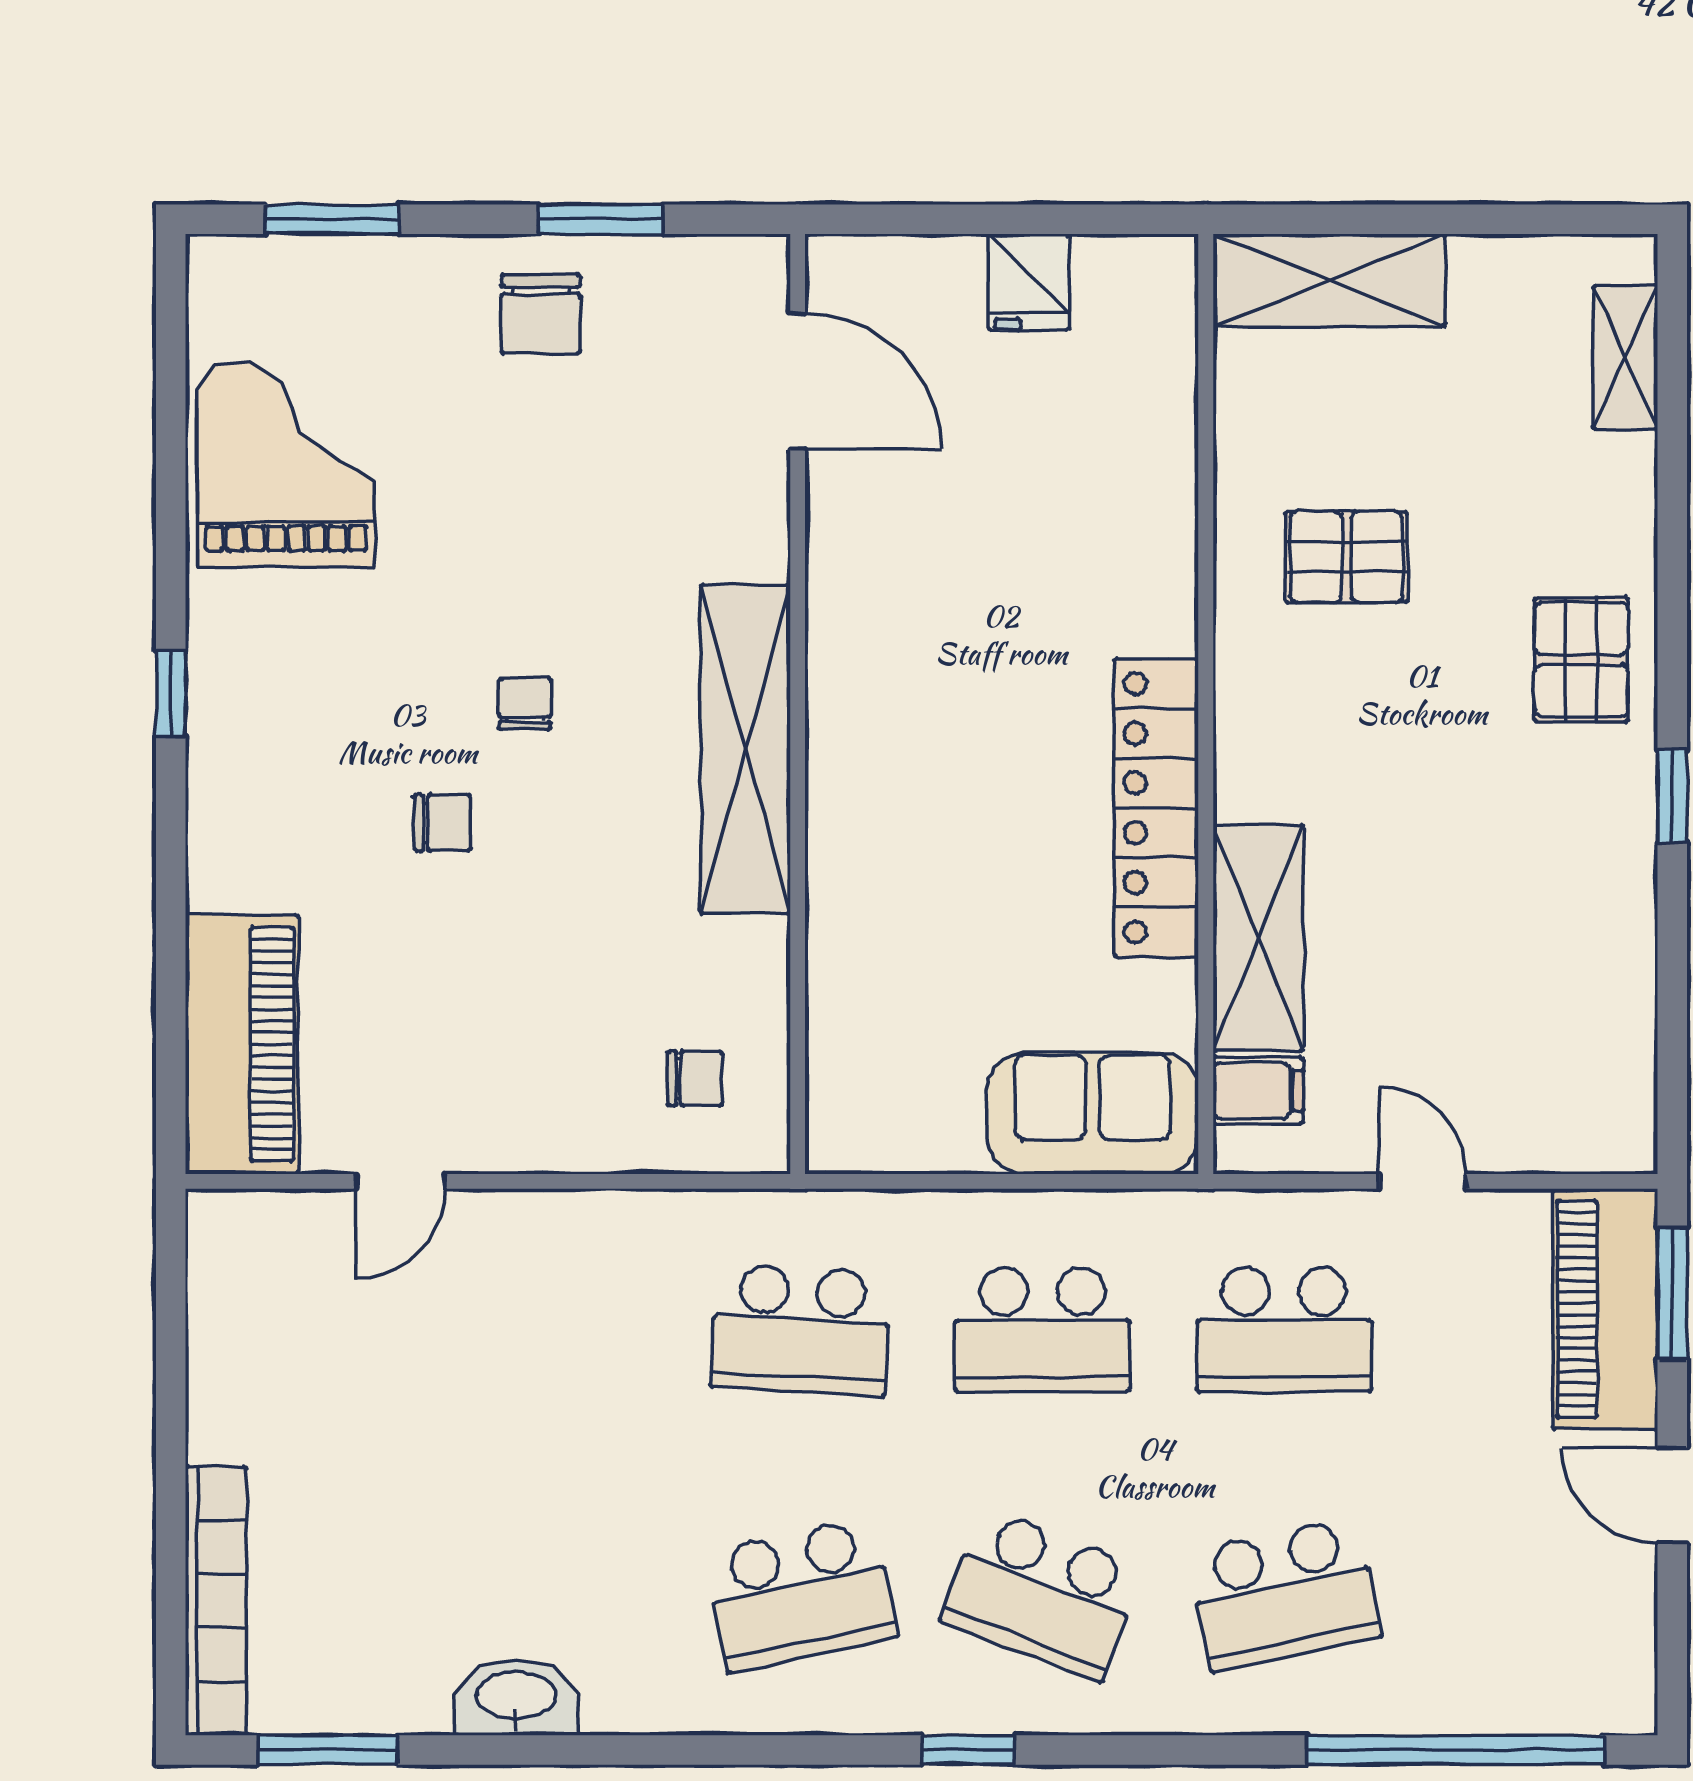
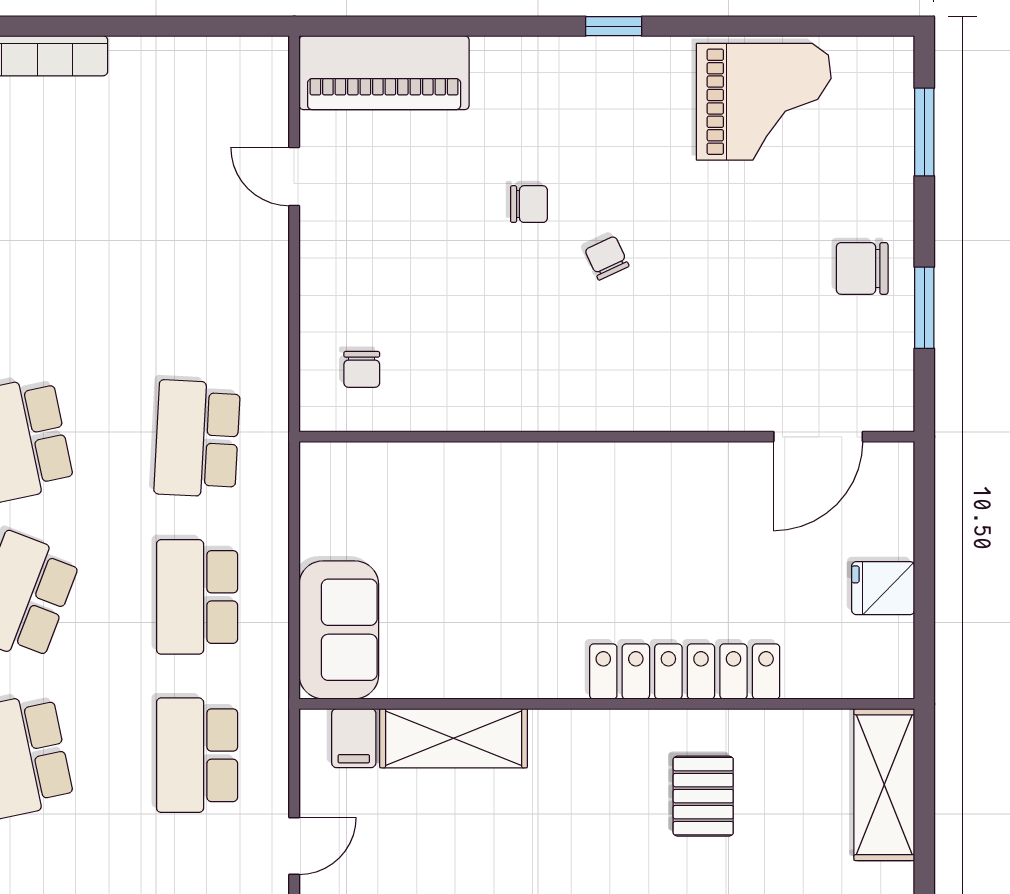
chair: (525, 704) -> (607, 258), turned -115
shelving: (745, 749) -> (577, 402), removed
locker: (1156, 808) -> (685, 672), moved
chair: (442, 823) -> (529, 204), turned -90

